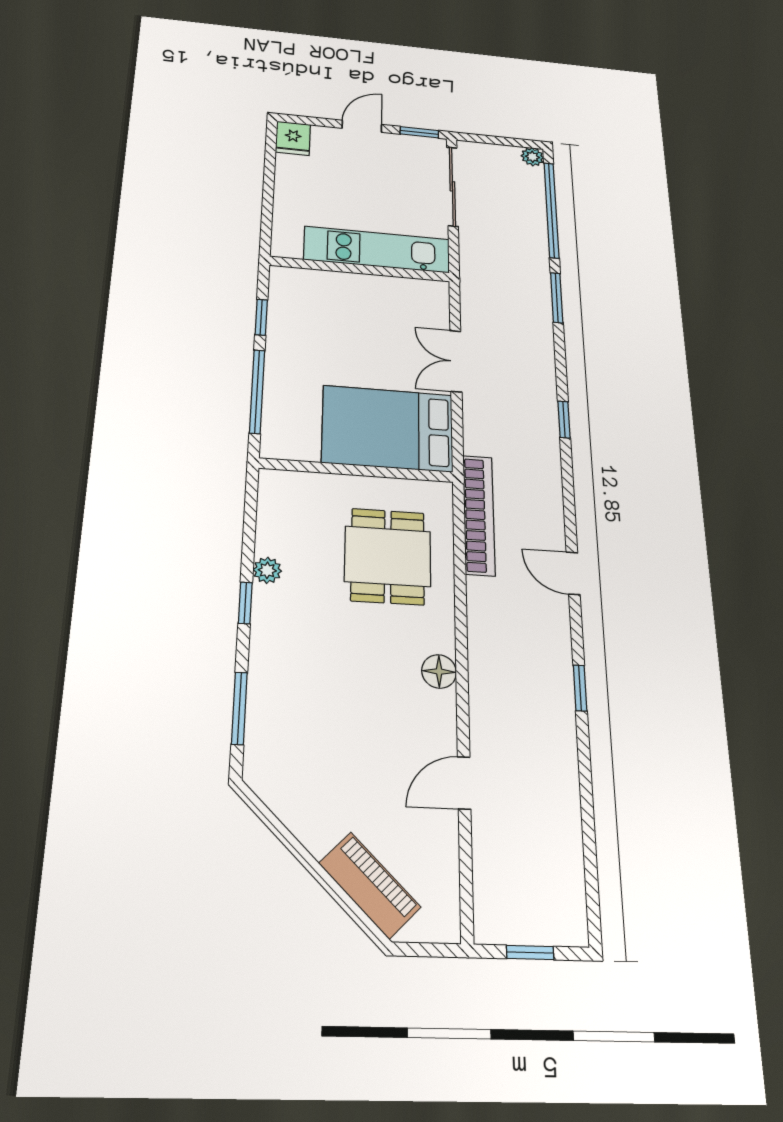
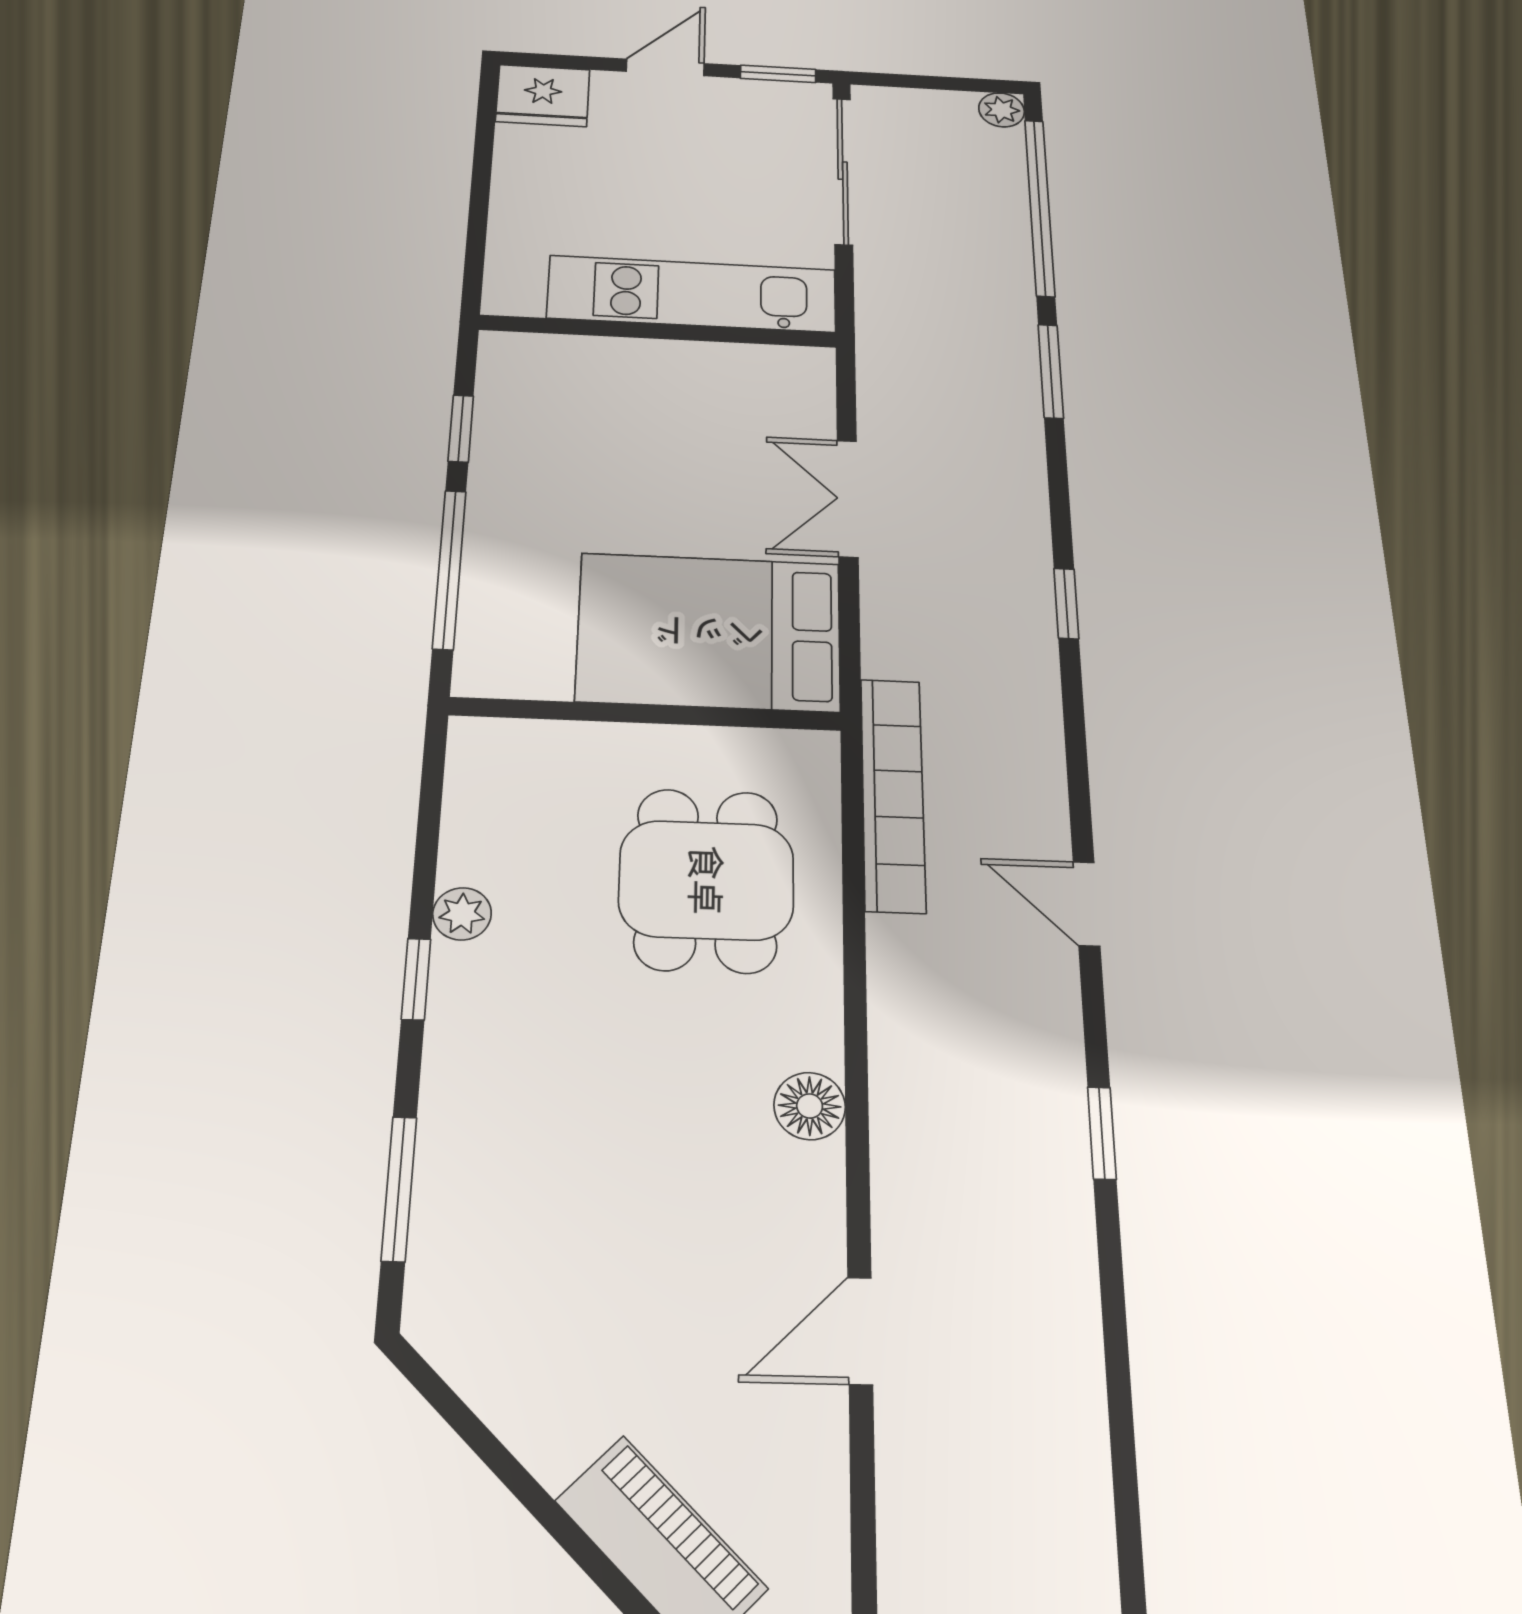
fridge: (293, 138) -> (543, 96), width x1.38

